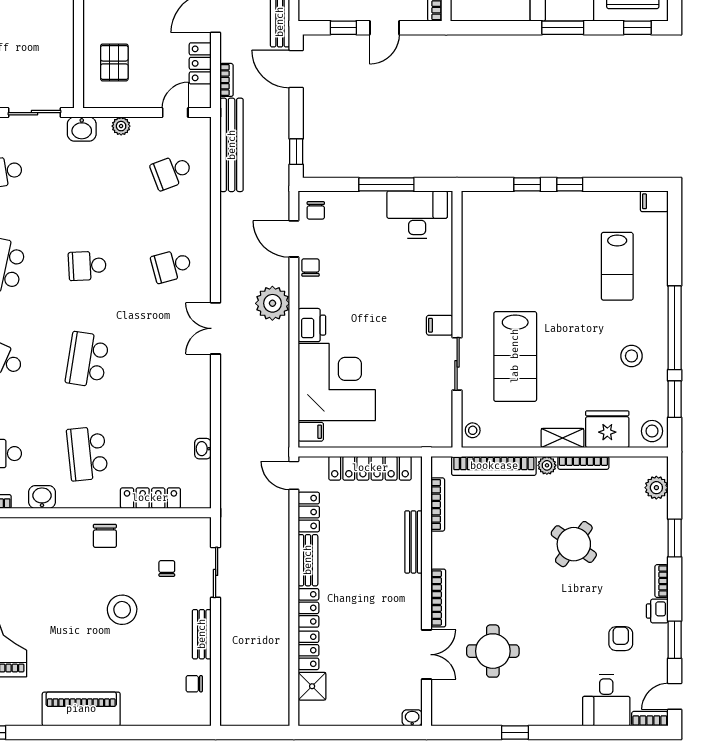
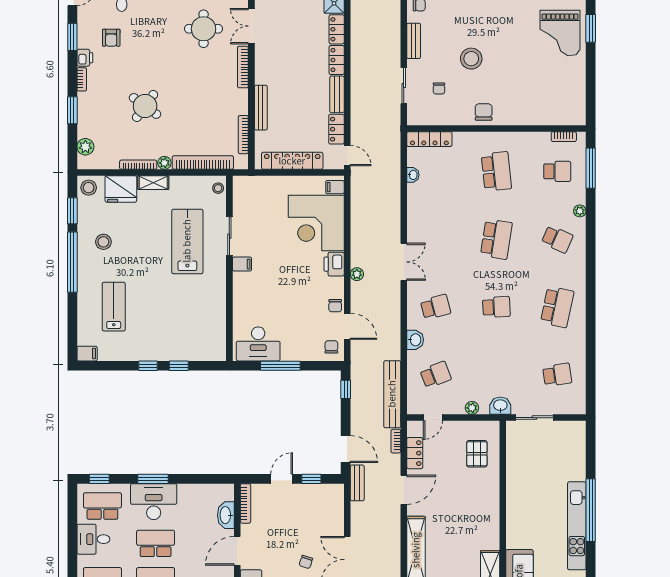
plant: (272, 303) -> (357, 274), width x0.53, depth x0.53
washbasin: (42, 497) -> (415, 340), moved, turned -90
locker: (150, 498) -> (429, 139), moved

